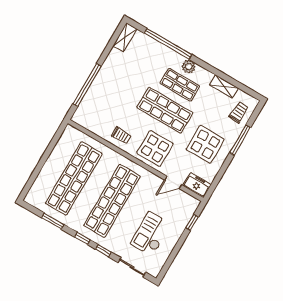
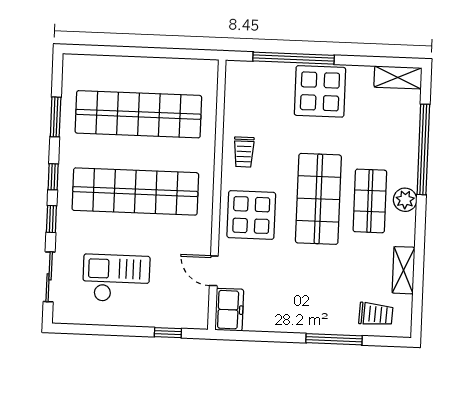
display table: (205, 144) -> (320, 91), moved

